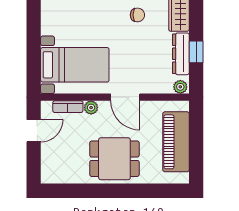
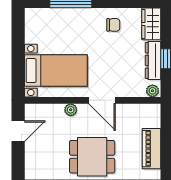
bookcase: (68, 107) -> (49, 109), removed
piano: (176, 142) -> (152, 149), width x0.73, depth x0.75

